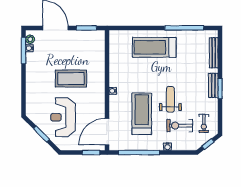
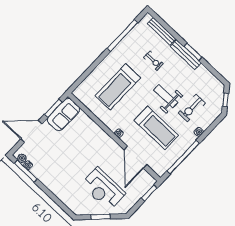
sofa: (89, 39) -> (63, 115), added
treadmill: (154, 47) -> (118, 87), moved
coffee table: (71, 79) -> (80, 156), removed
bench: (213, 85) -> (186, 55), width x1.36
treadmill: (142, 114) -> (156, 128), turned 180
exercise bike: (204, 123) -> (153, 61), moved
door: (107, 132) -> (135, 157), moved

